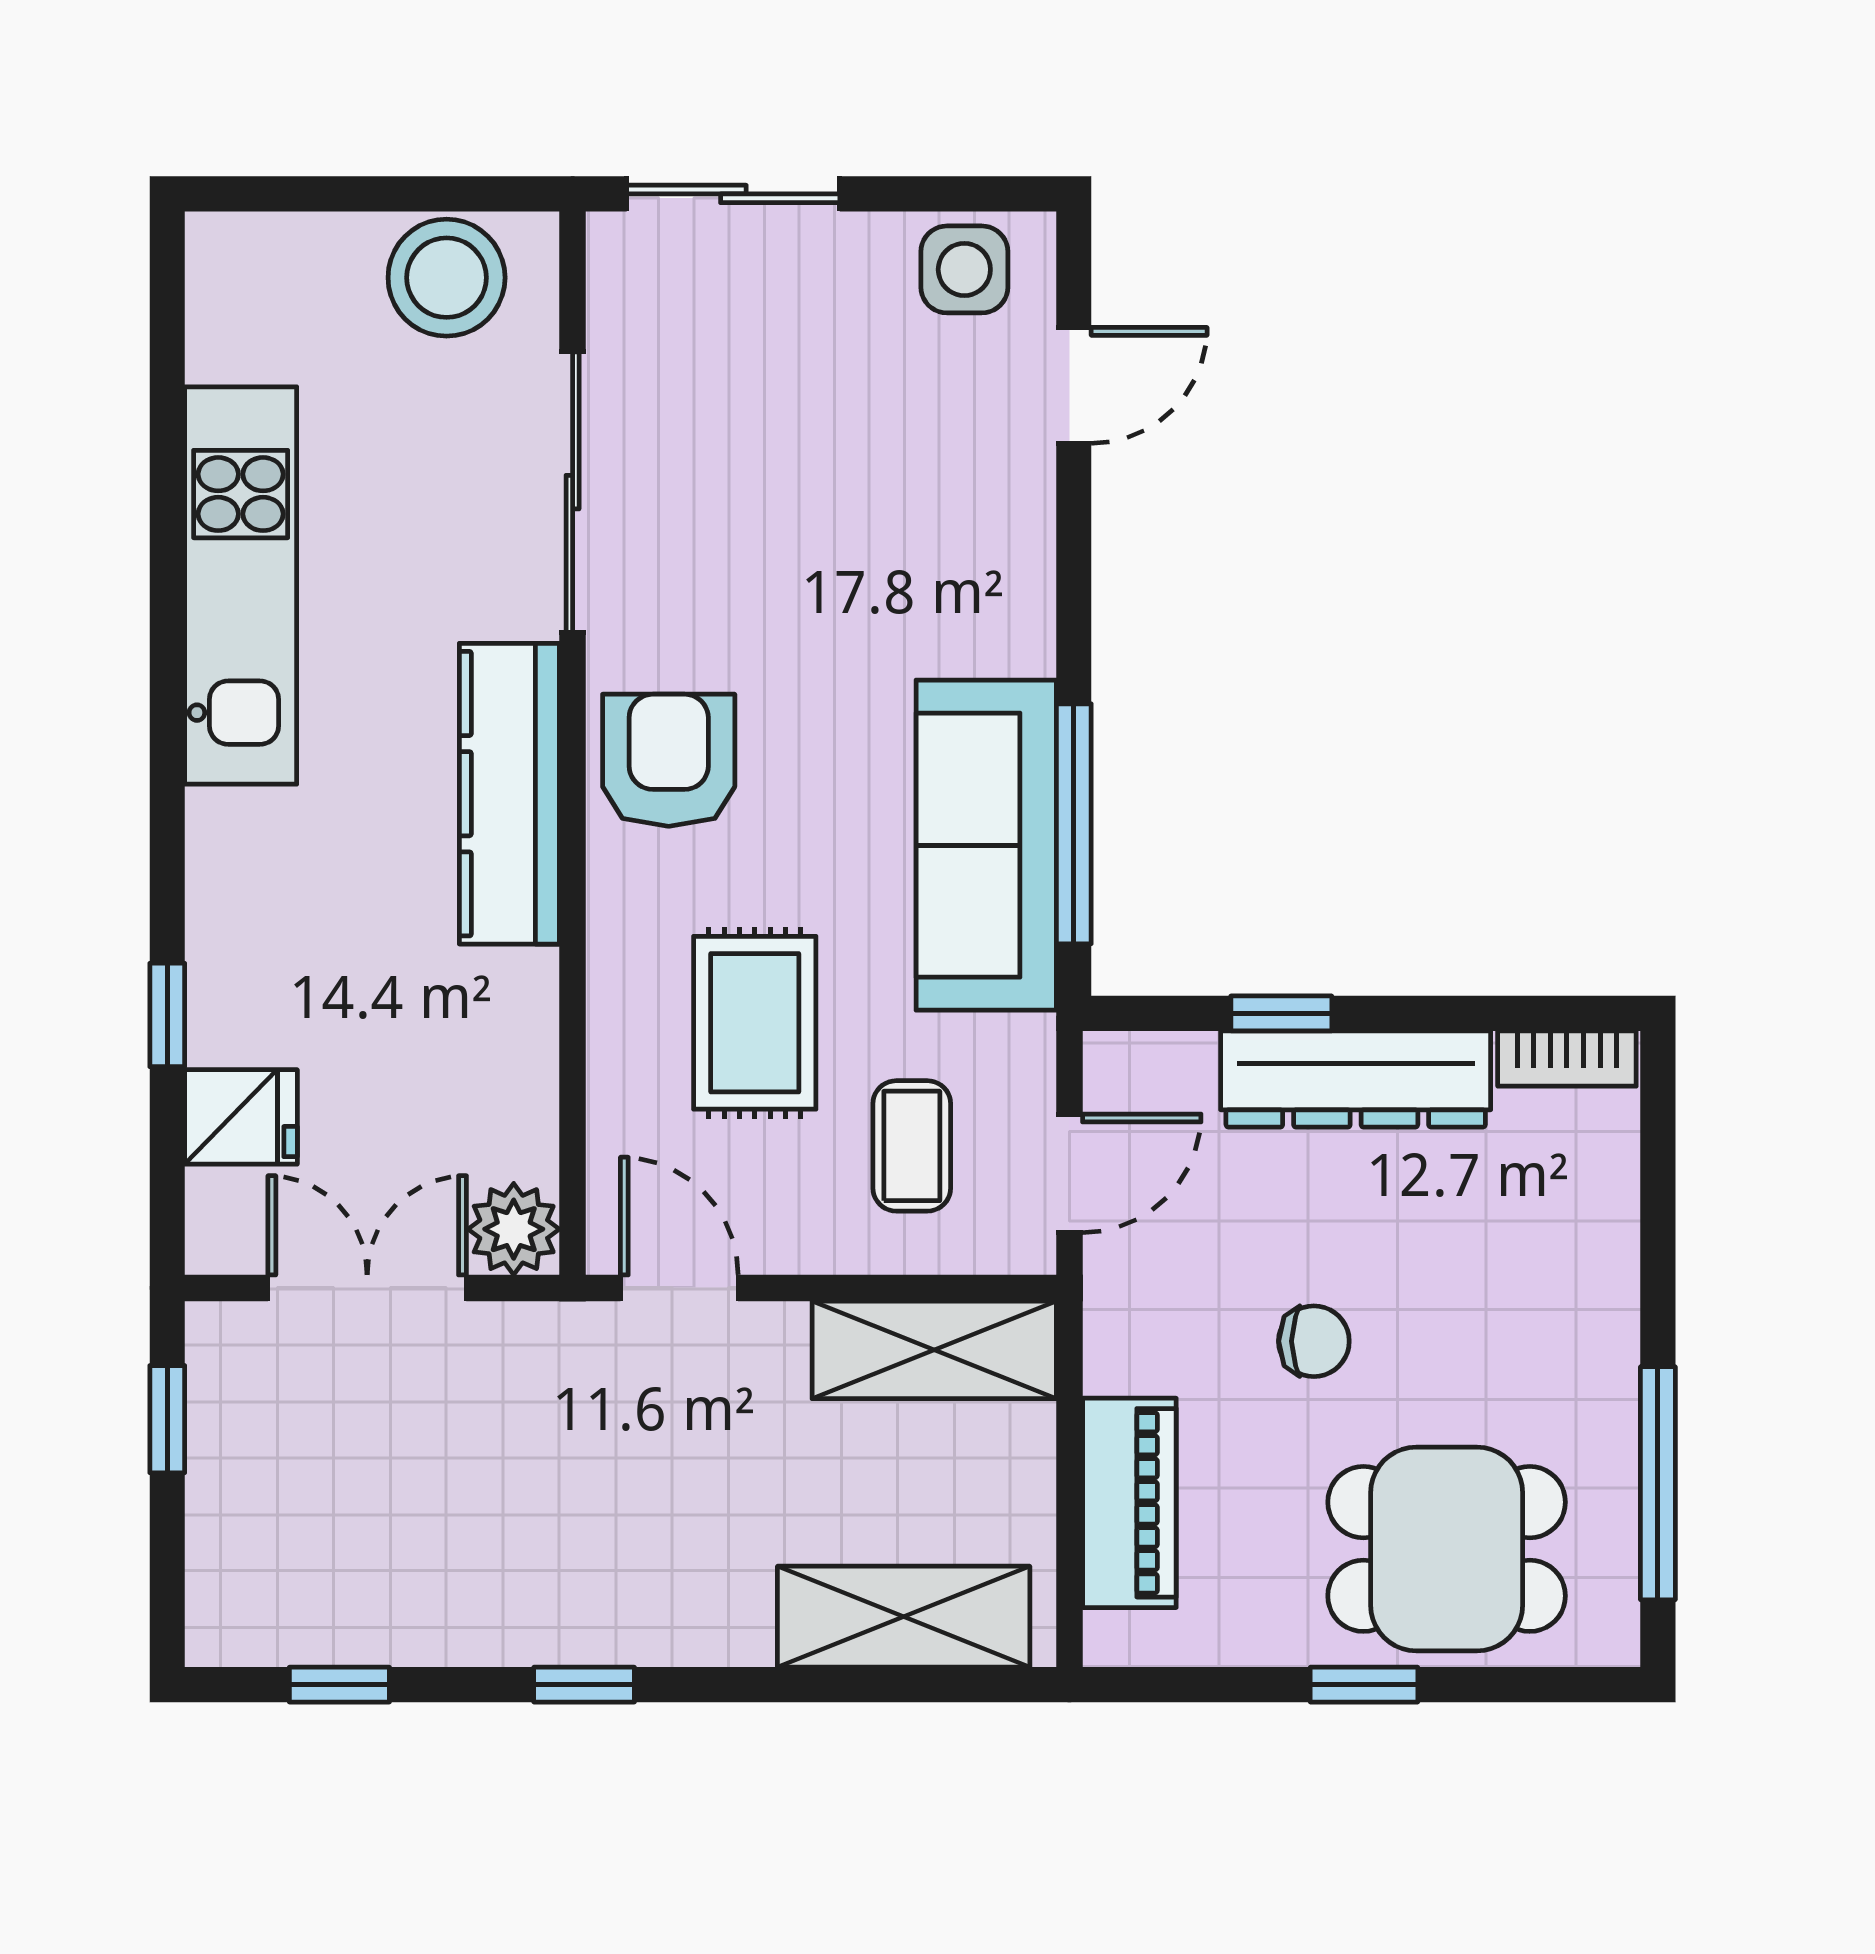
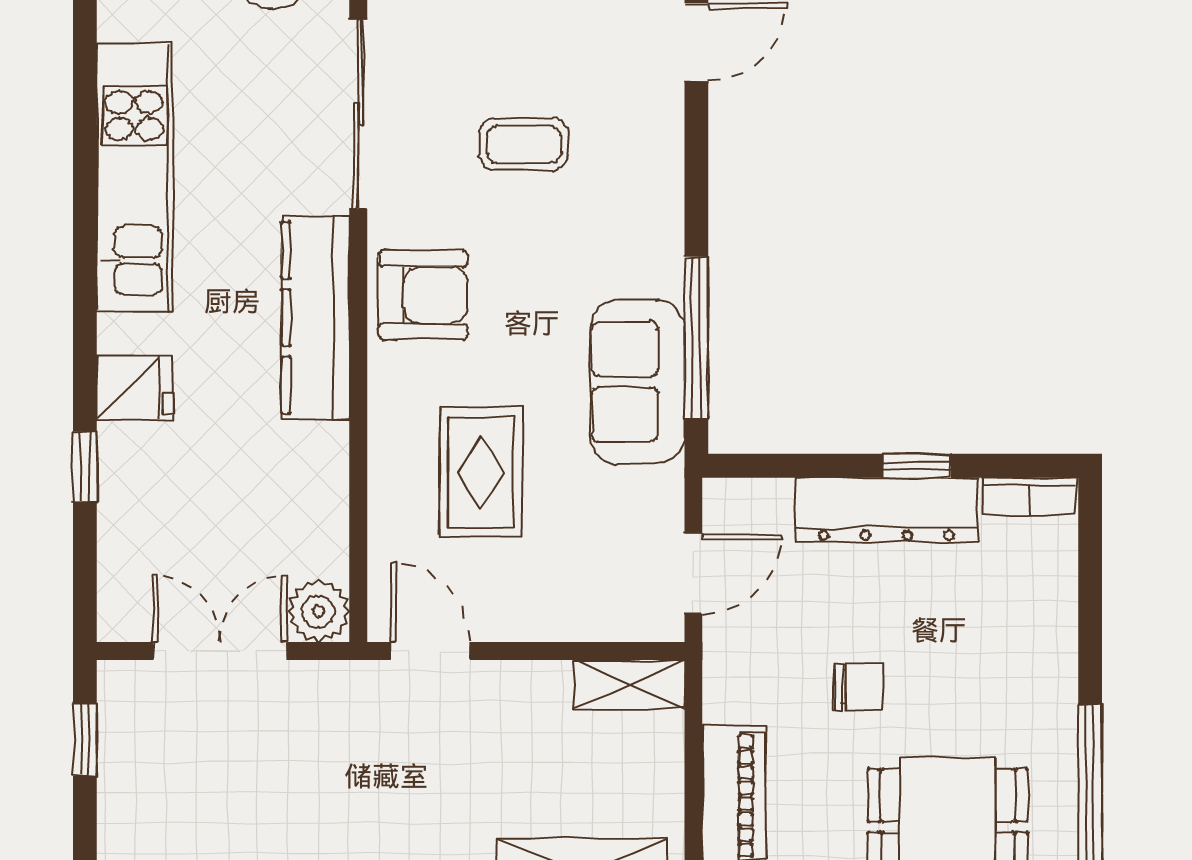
armchair: (669, 760) -> (423, 295), turned 90
sofa: (986, 845) -> (637, 382), width x0.73
window: (1281, 1013) -> (917, 466), moved
fridge: (241, 1117) -> (135, 388), moved
coffee table: (912, 1146) -> (524, 144), moved, turned 90
shelving: (934, 1350) -> (630, 684), width x0.67, depth x0.75

